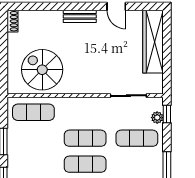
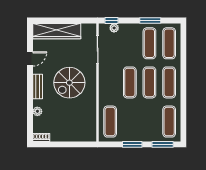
plant: (47, 16) -> (37, 111), added
spiral stairs: (42, 70) -> (69, 83), moved
exercise mat: (137, 138) -> (149, 43), moved

